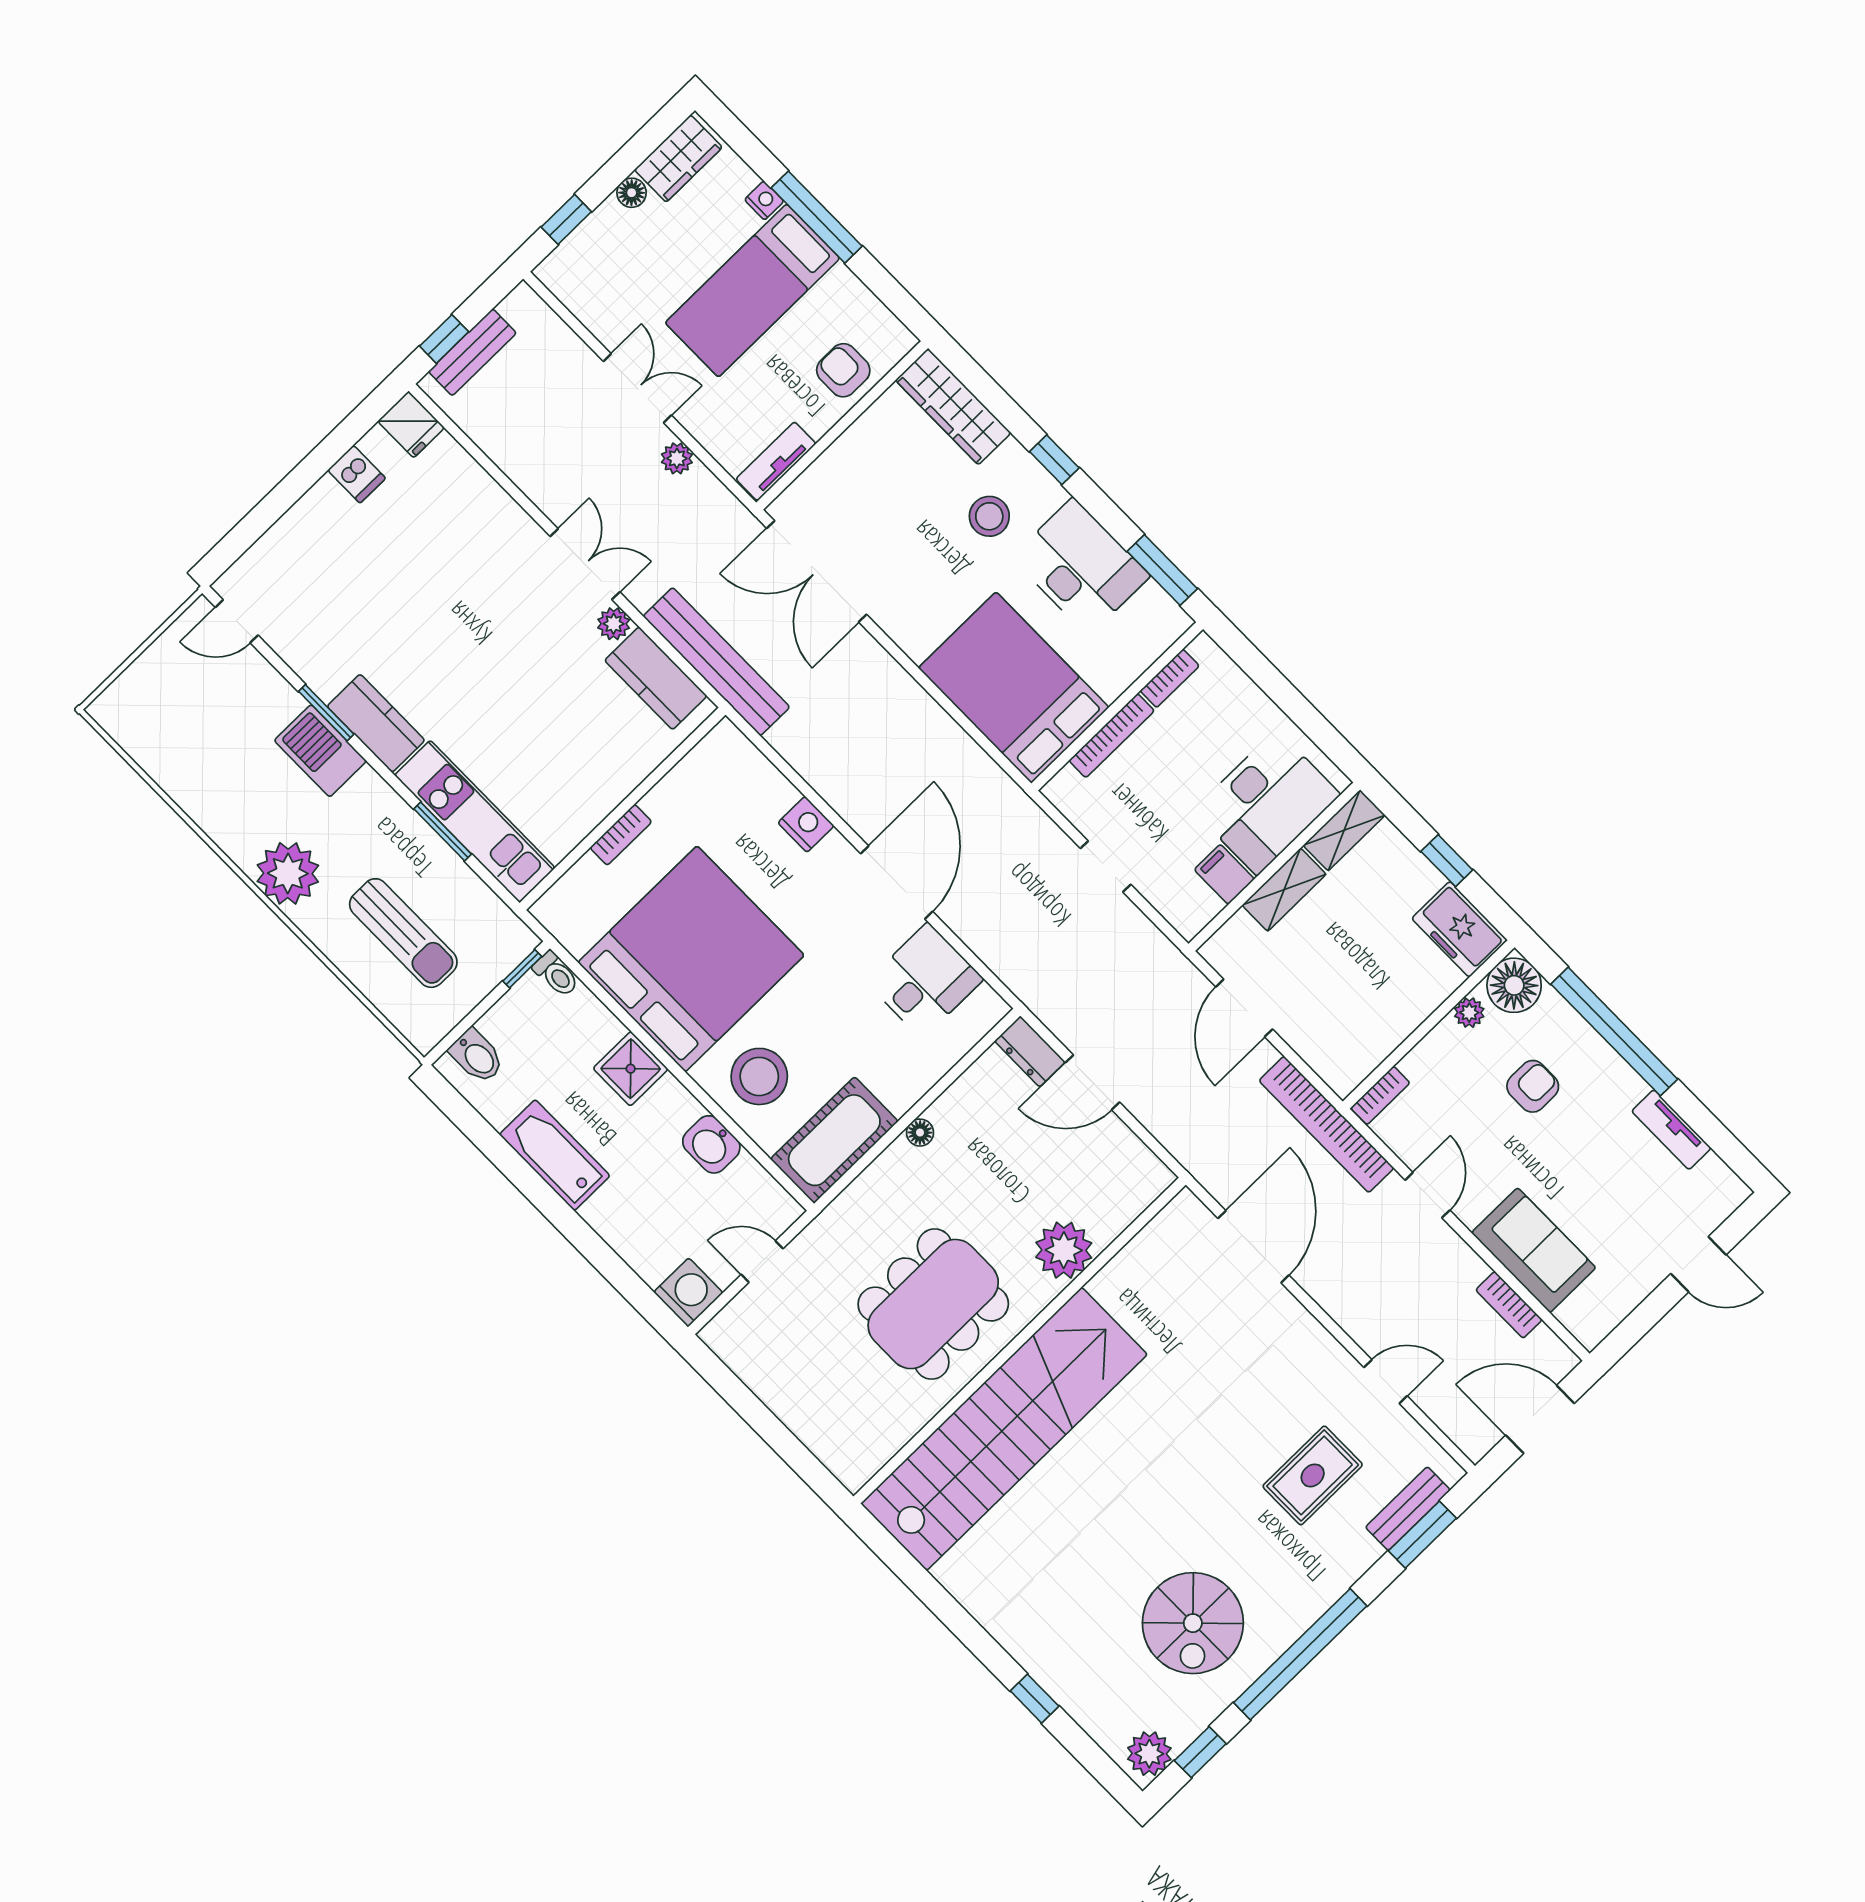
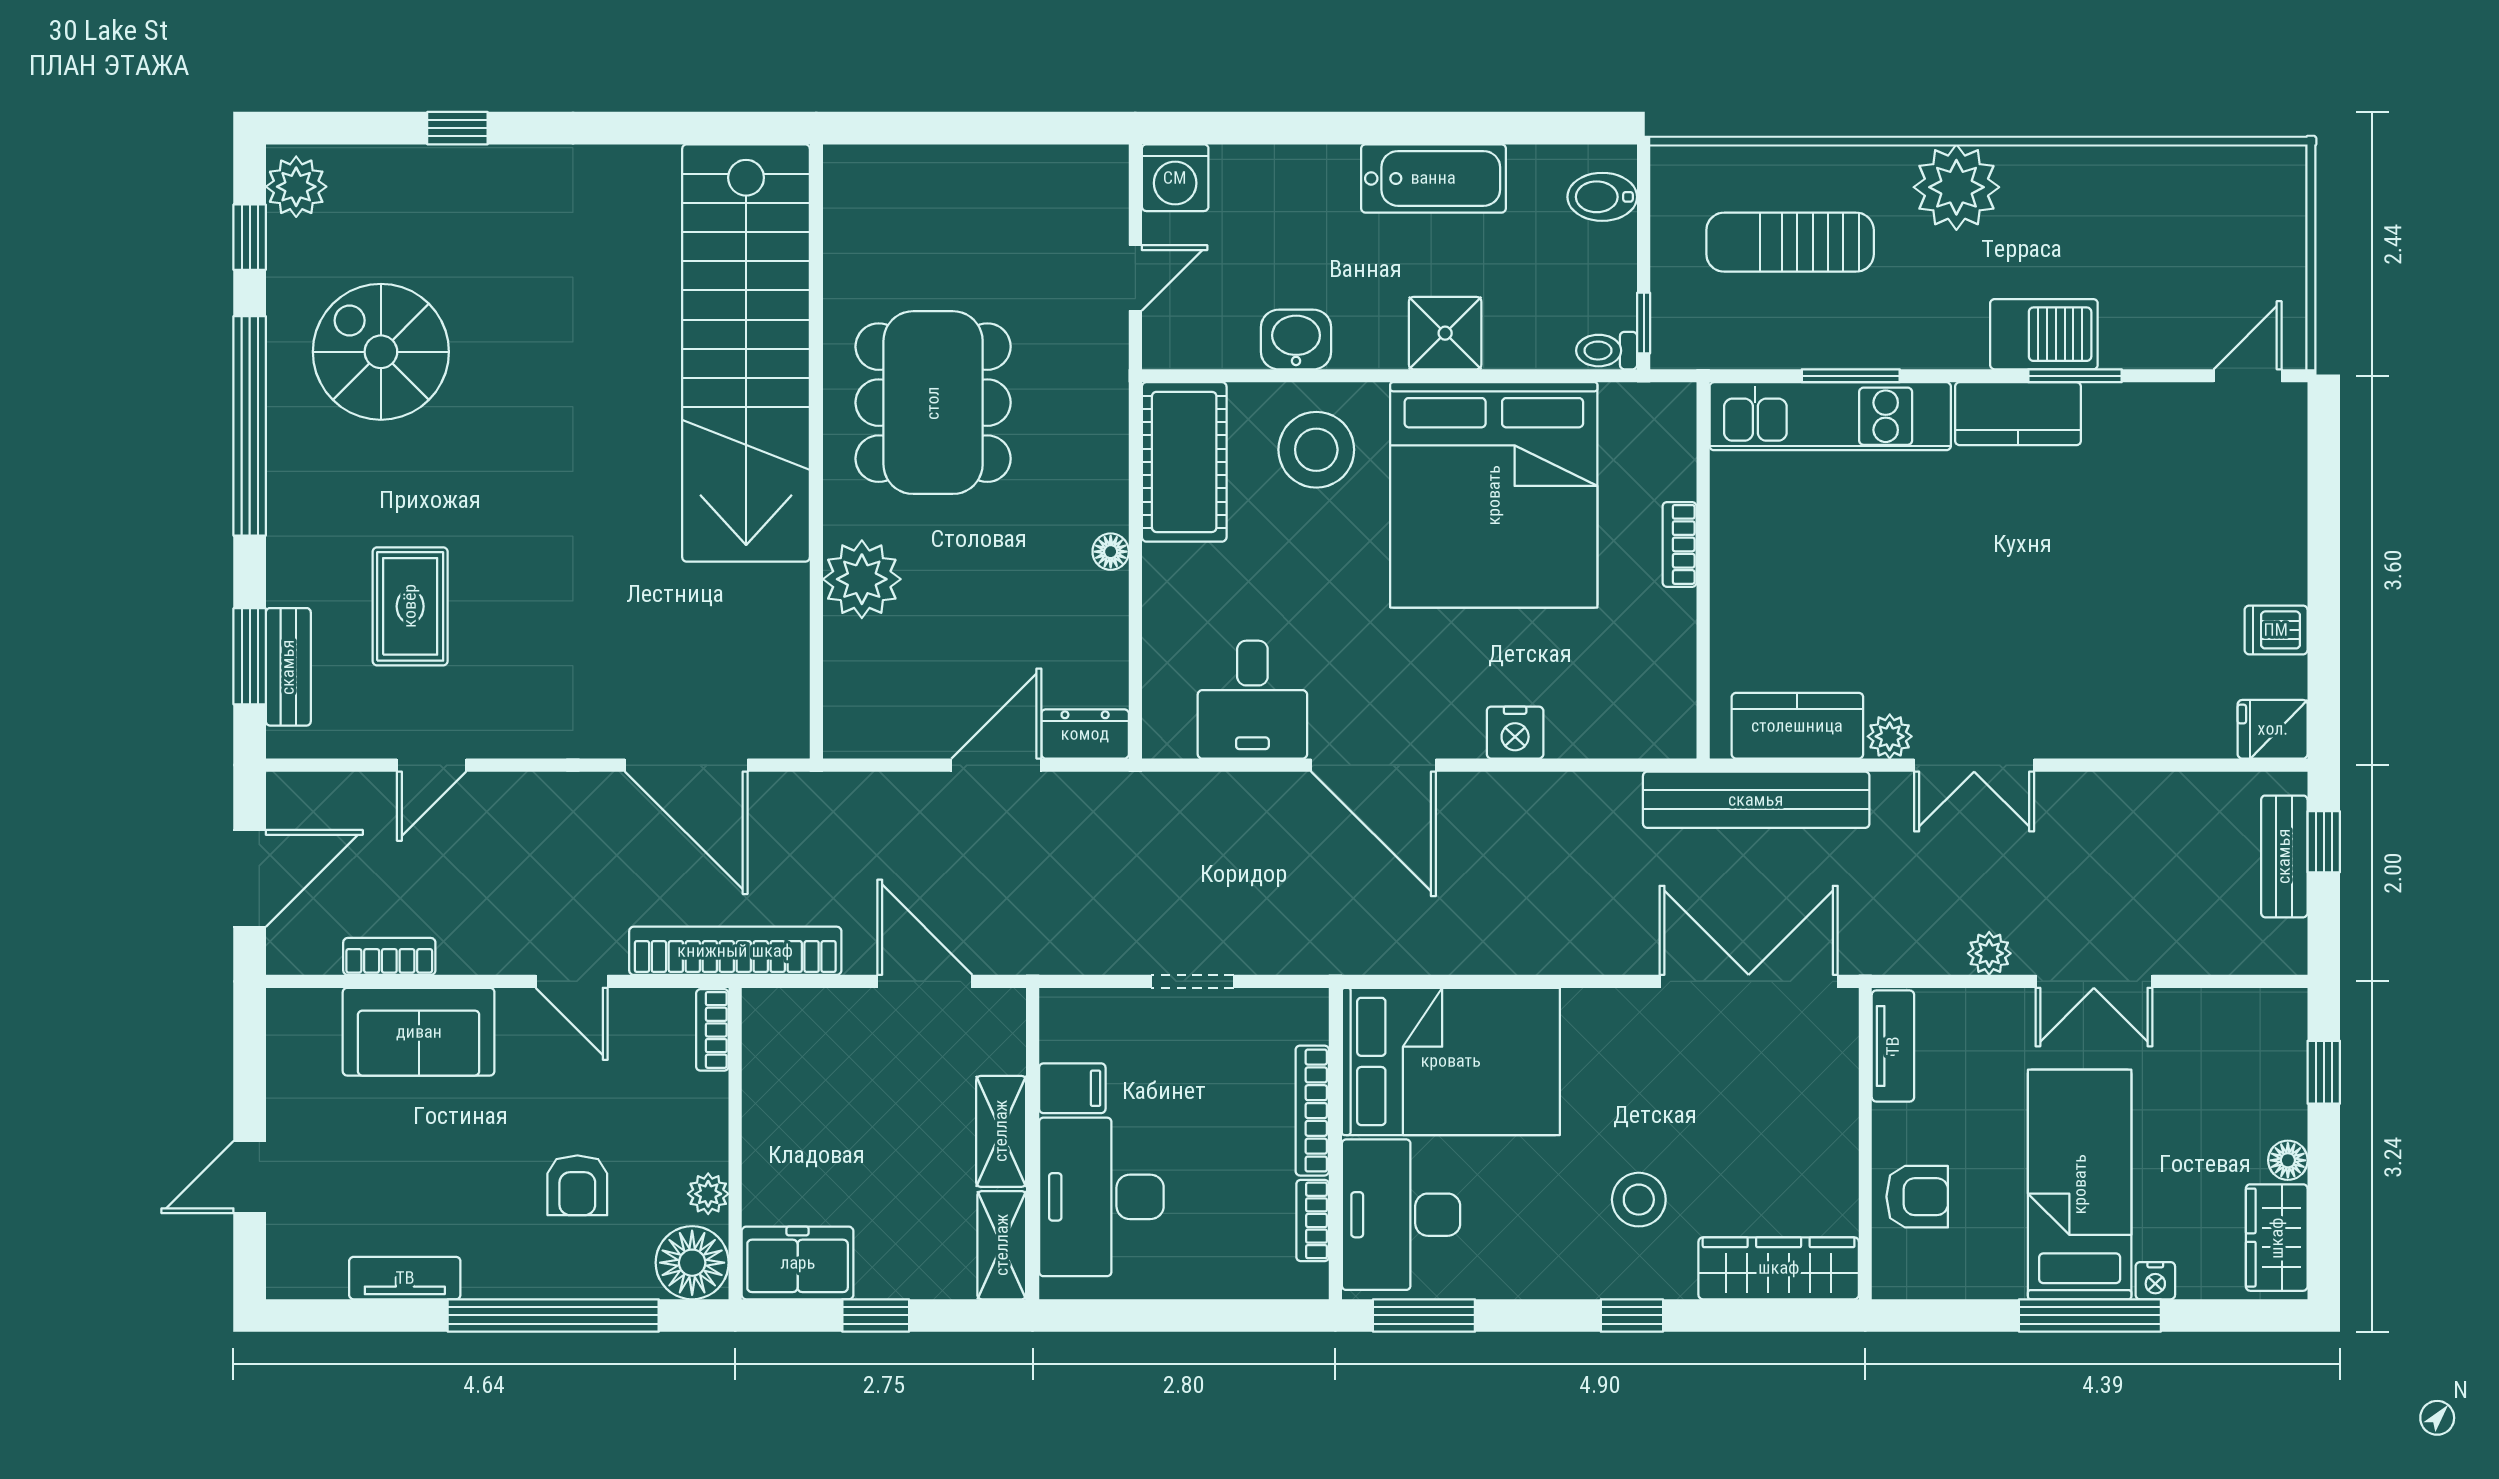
desk: (1081, 567) -> (1401, 1215), moved, turned 90

